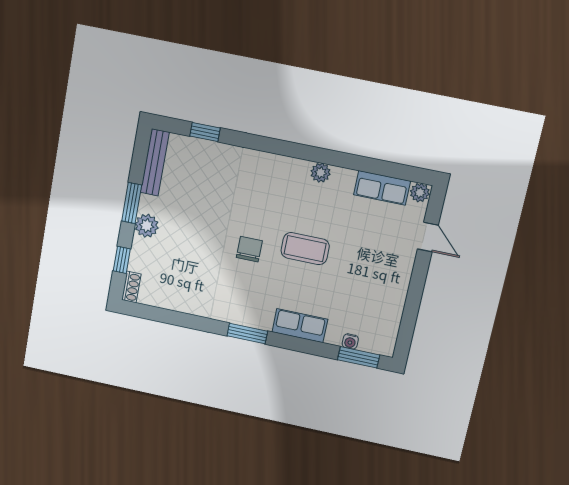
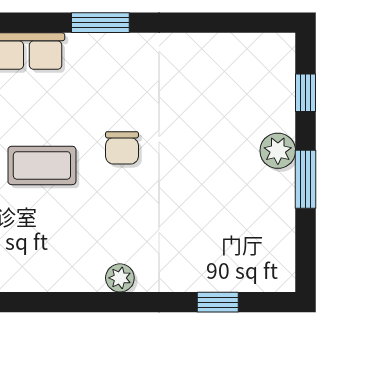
bench: (155, 162) -> (282, 245), removed
plant: (321, 173) -> (120, 278), moved
shoe rack: (131, 287) -> (284, 55), removed

